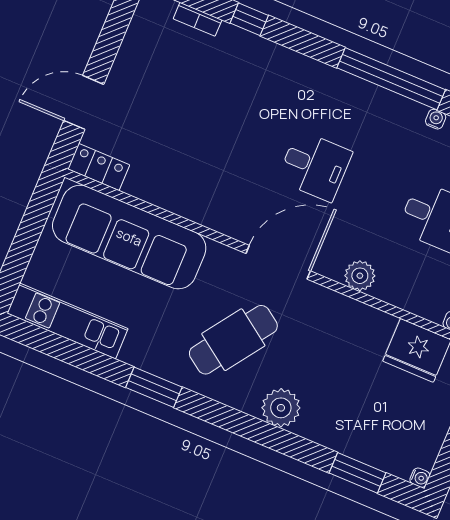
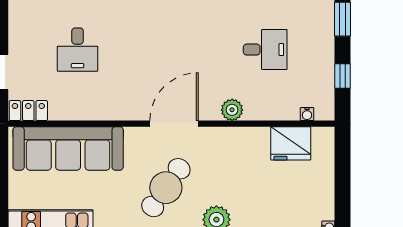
desk: (315, 166) -> (78, 50), moved, turned 90

